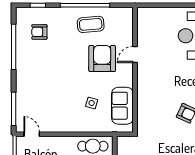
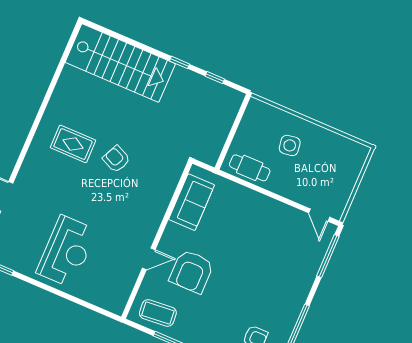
coffee table: (91, 24) -> (158, 313), moved
side table: (92, 103) -> (228, 222), removed

